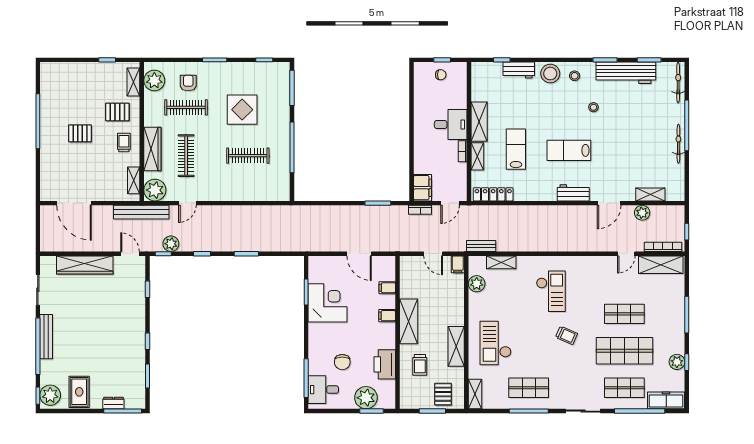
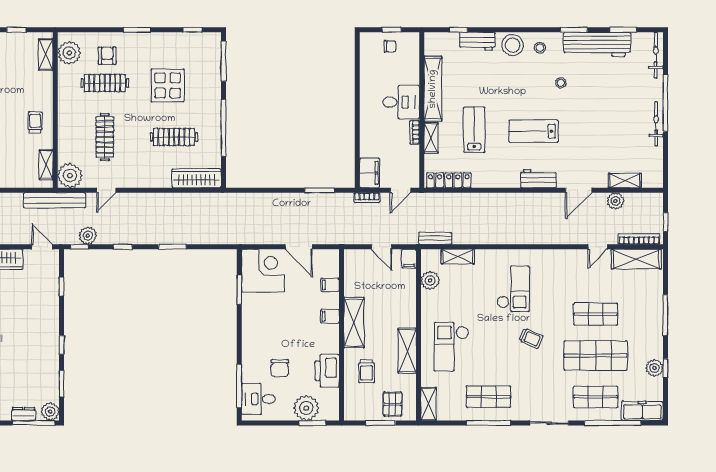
pallet: (117, 112) -> (28, 88), removed
shelving: (479, 122) -> (433, 89), width x1.47
wardrobe: (152, 149) -> (197, 178), moved, turned -90
corner desk: (328, 303) -> (263, 271), moved
plant: (137, 401) -> (50, 412), added

